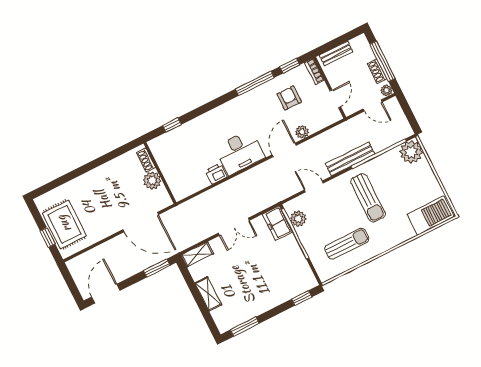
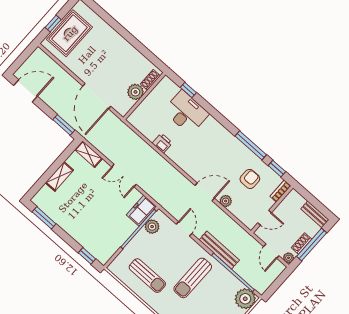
bench: (336, 53) -> (315, 214), moved
desk: (240, 152) -> (186, 112), moved, turned 180

